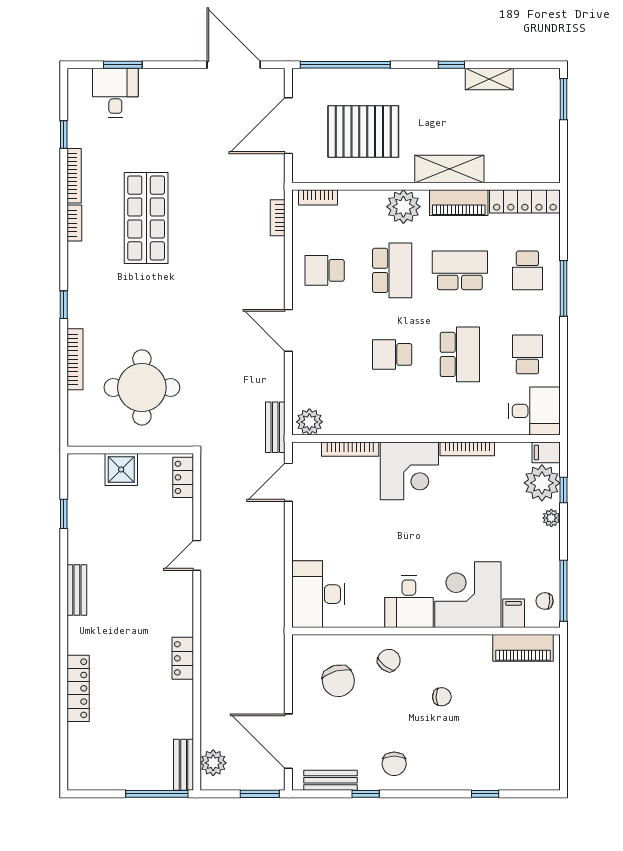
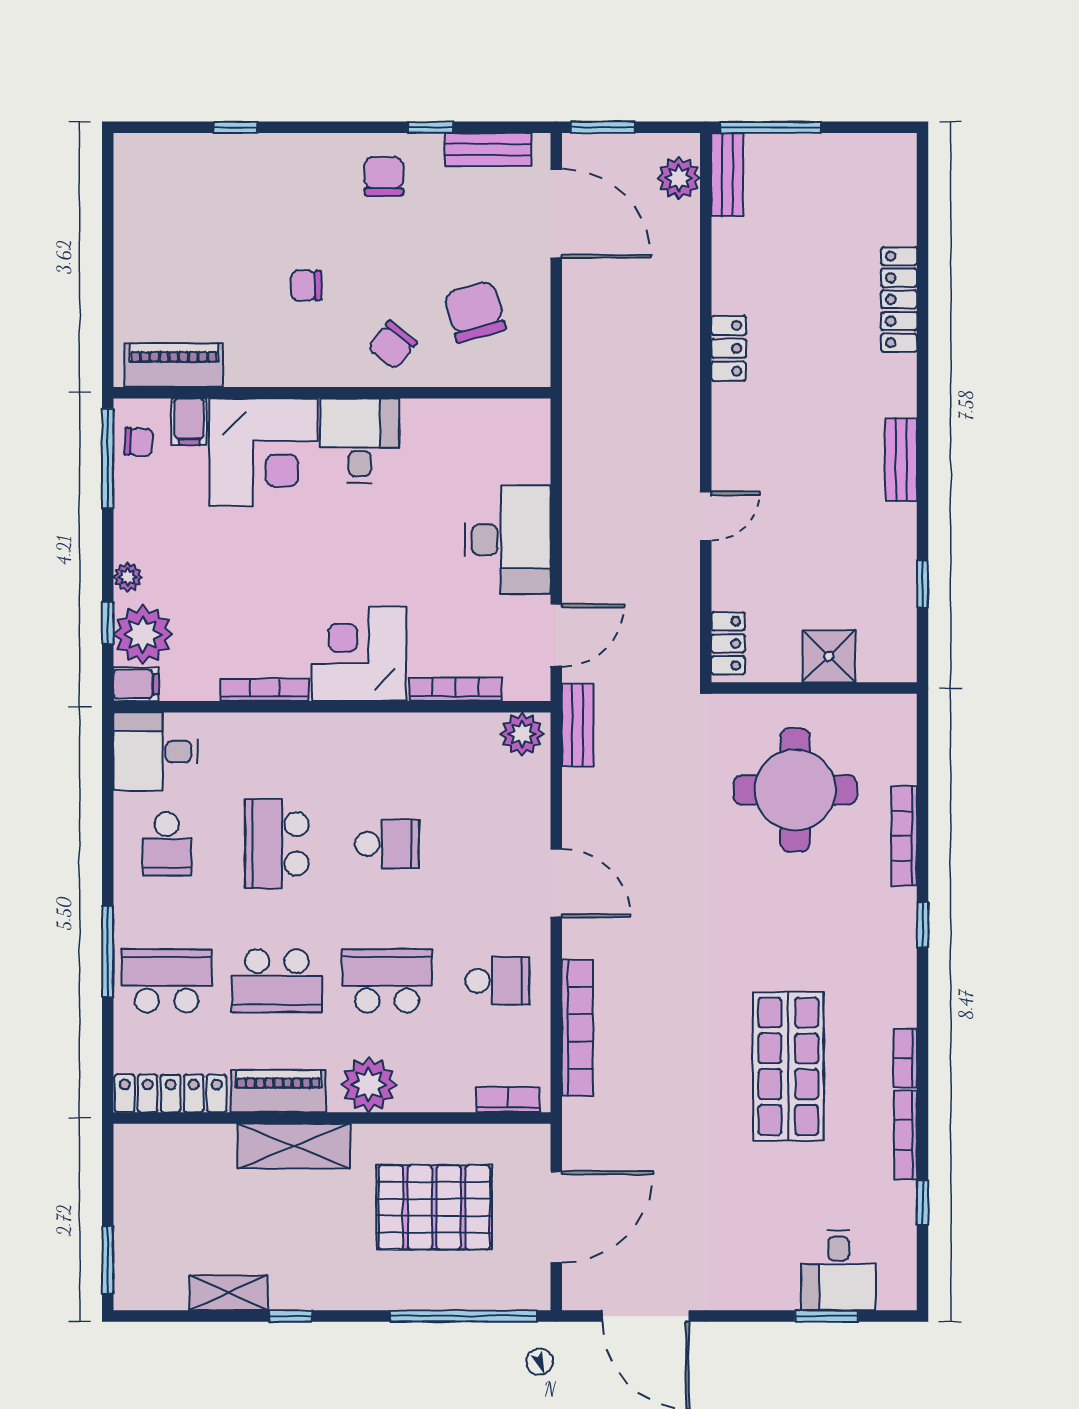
bookcase: (278, 218) -> (577, 1028), width x2.31, depth x1.31
school desk: (392, 270) -> (387, 981), turned 90
school desk: (527, 270) -> (167, 981), width x1.85
desk: (318, 594) -> (508, 540), moved

